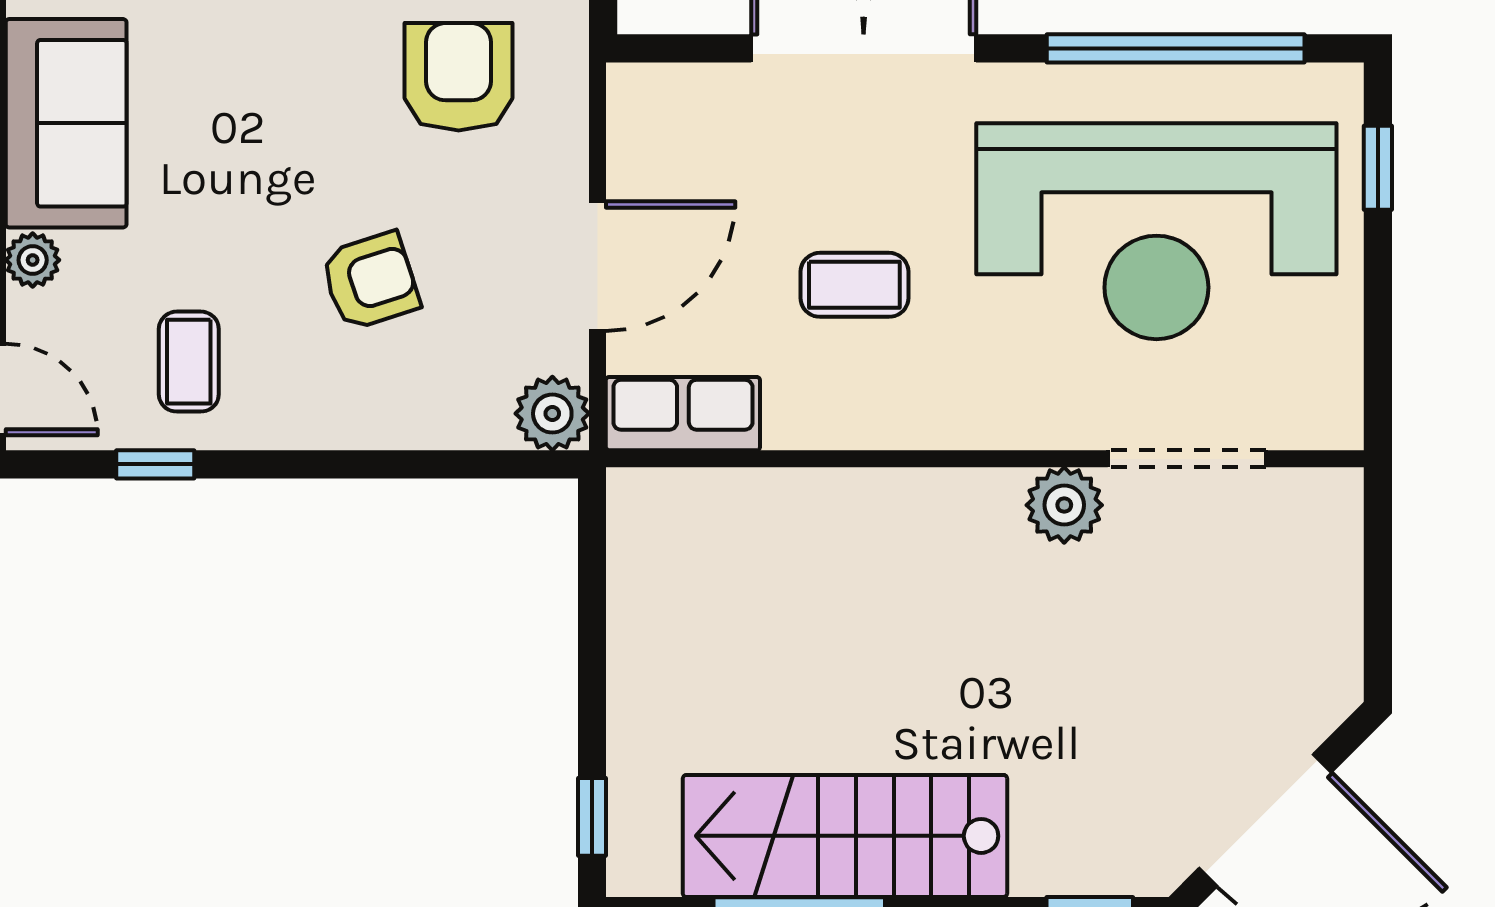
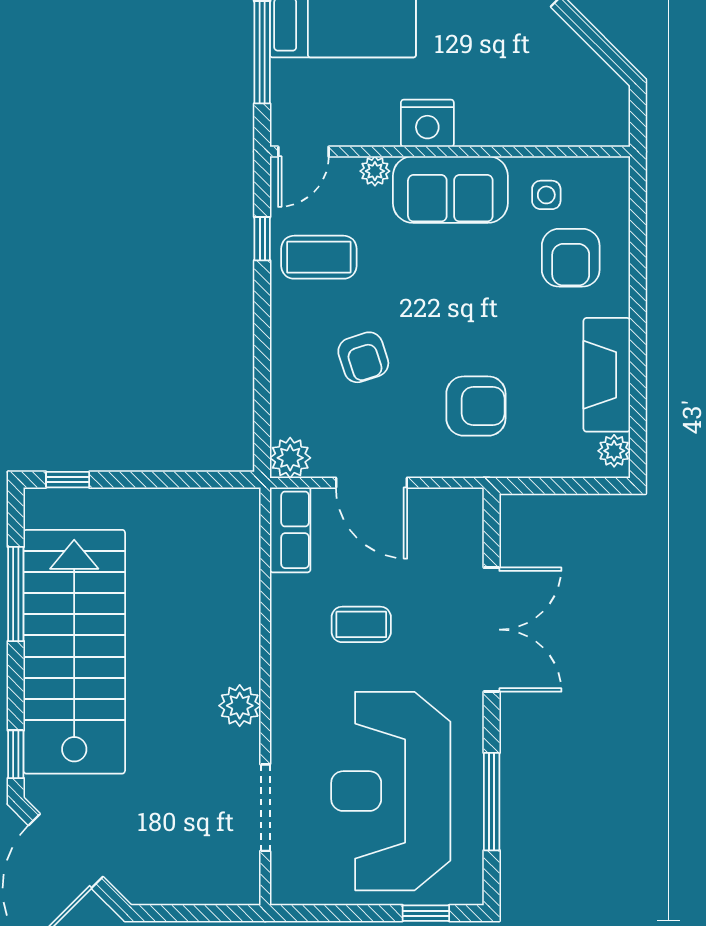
window: (1176, 48) -> (492, 802), width x0.68
coffee table: (854, 285) -> (361, 624), turned 90
coffee table: (189, 362) -> (319, 257), width x1.36, depth x1.30
plant: (1064, 505) -> (240, 706), moved
stairs: (845, 836) -> (74, 652), width x1.36, depth x1.51

